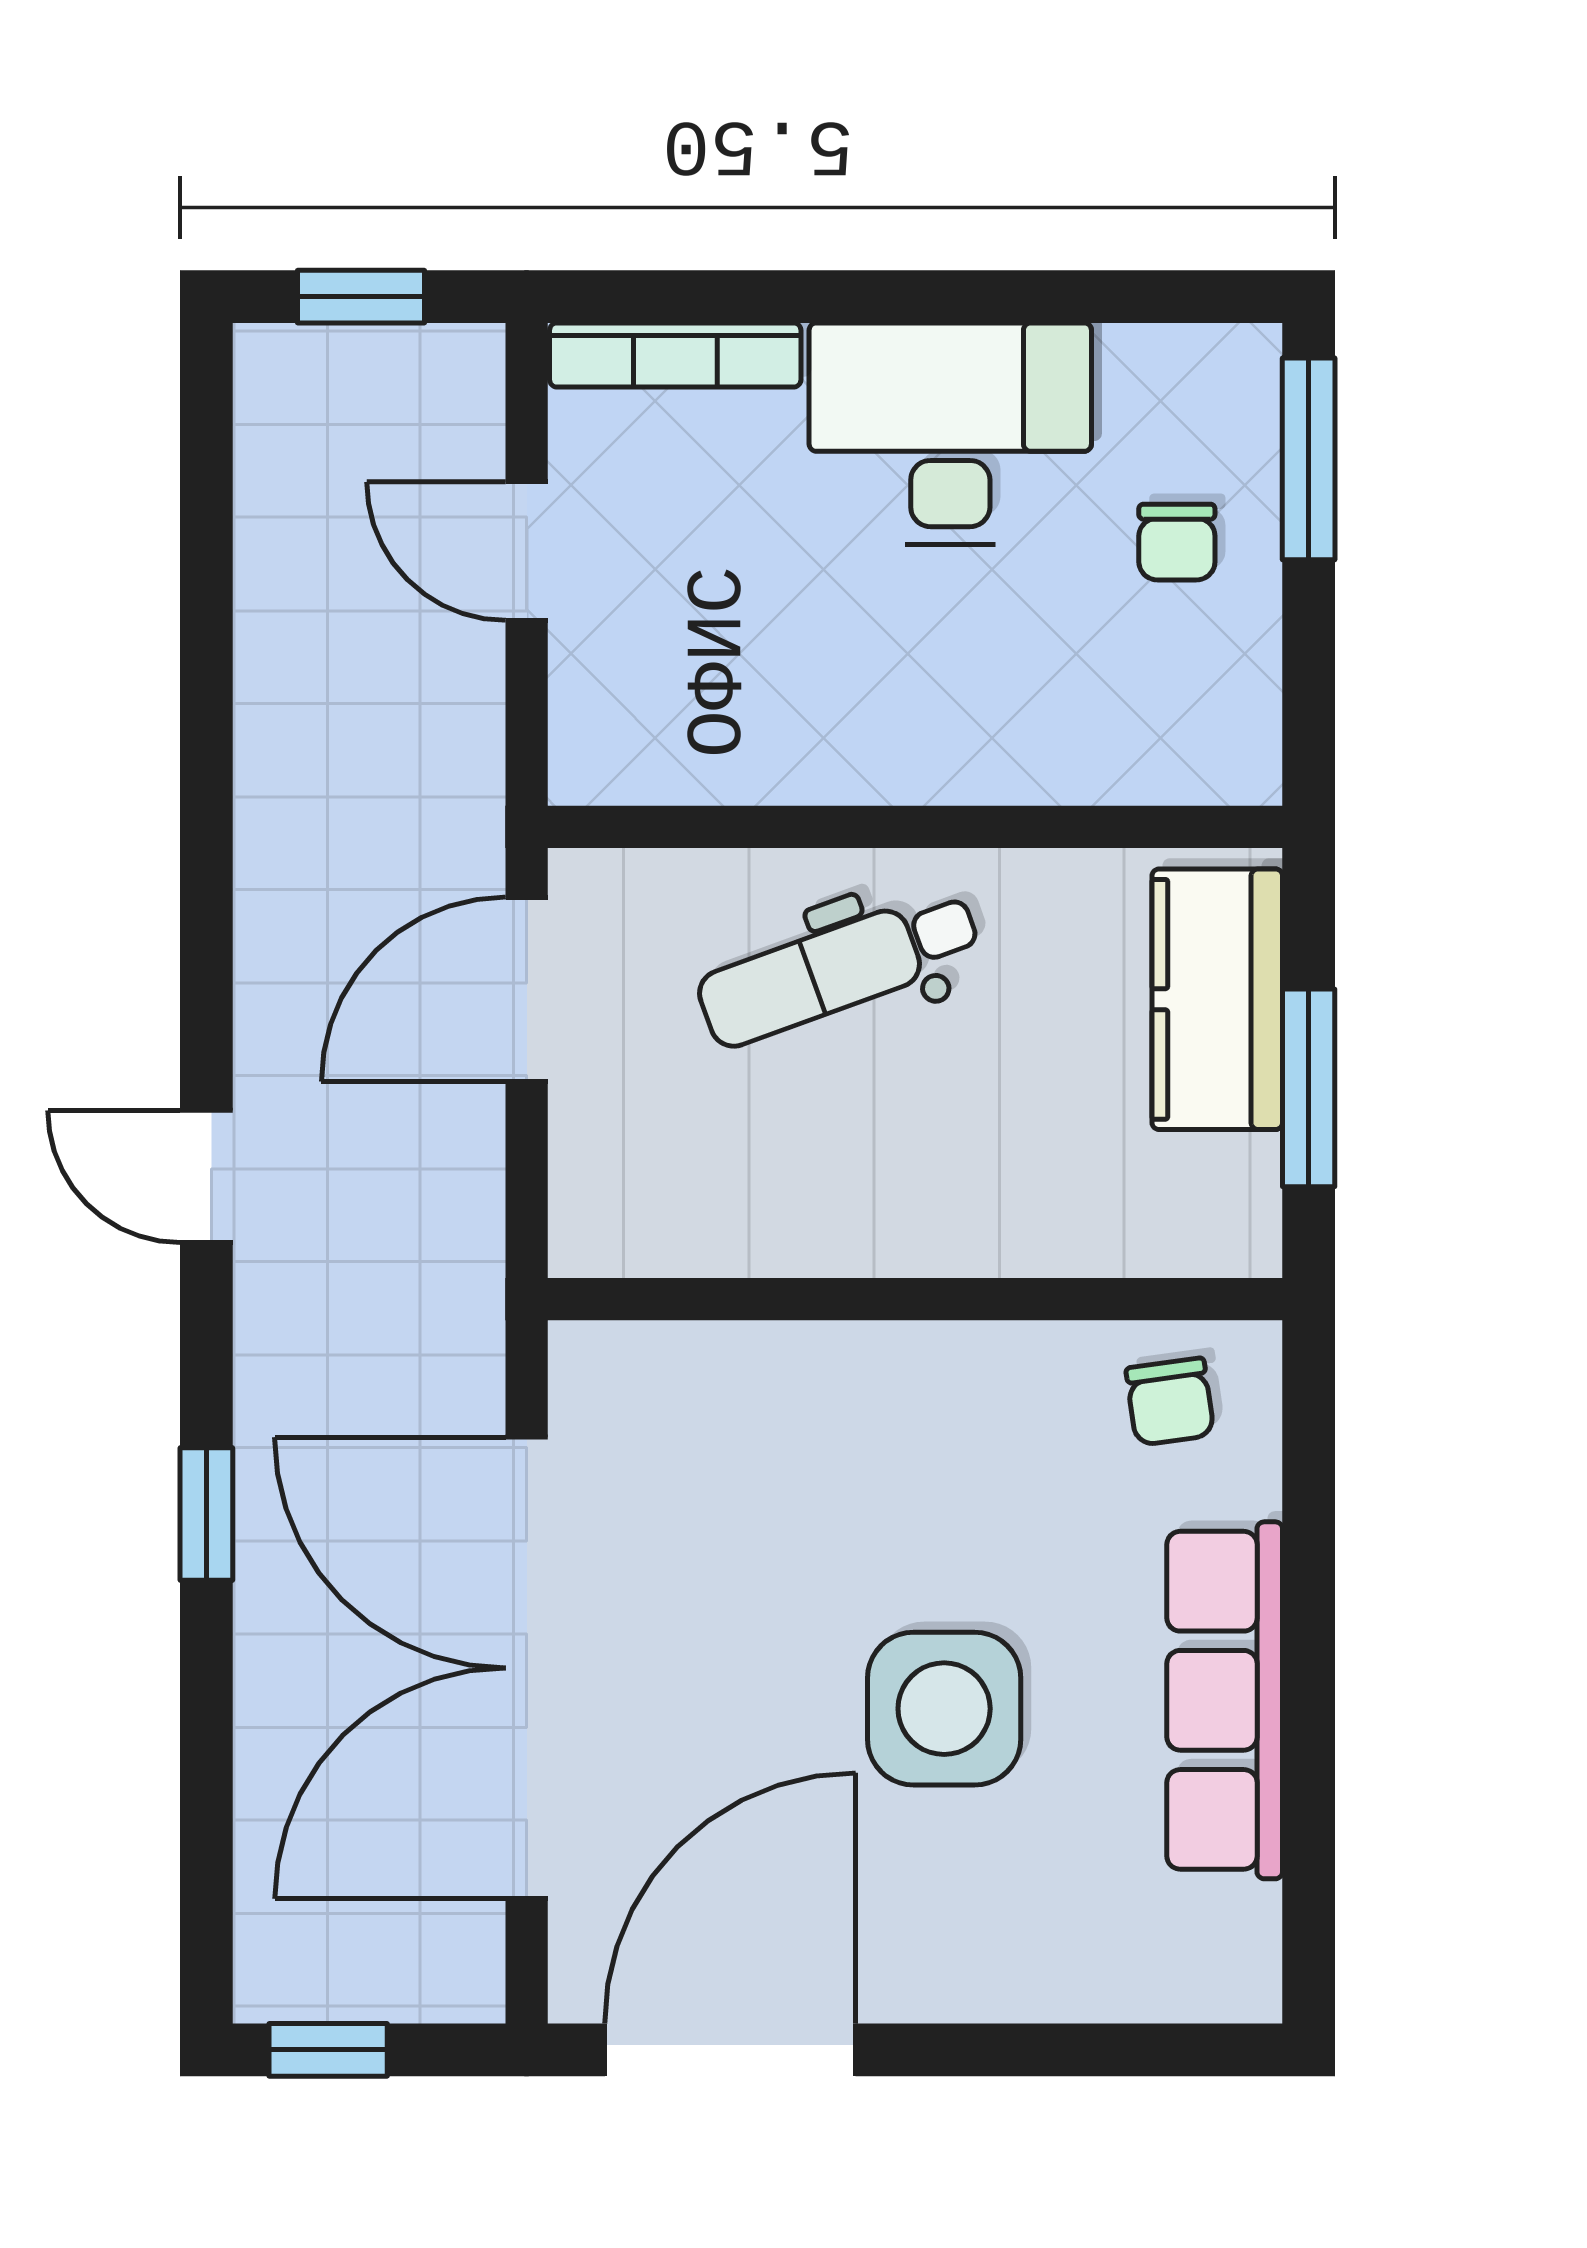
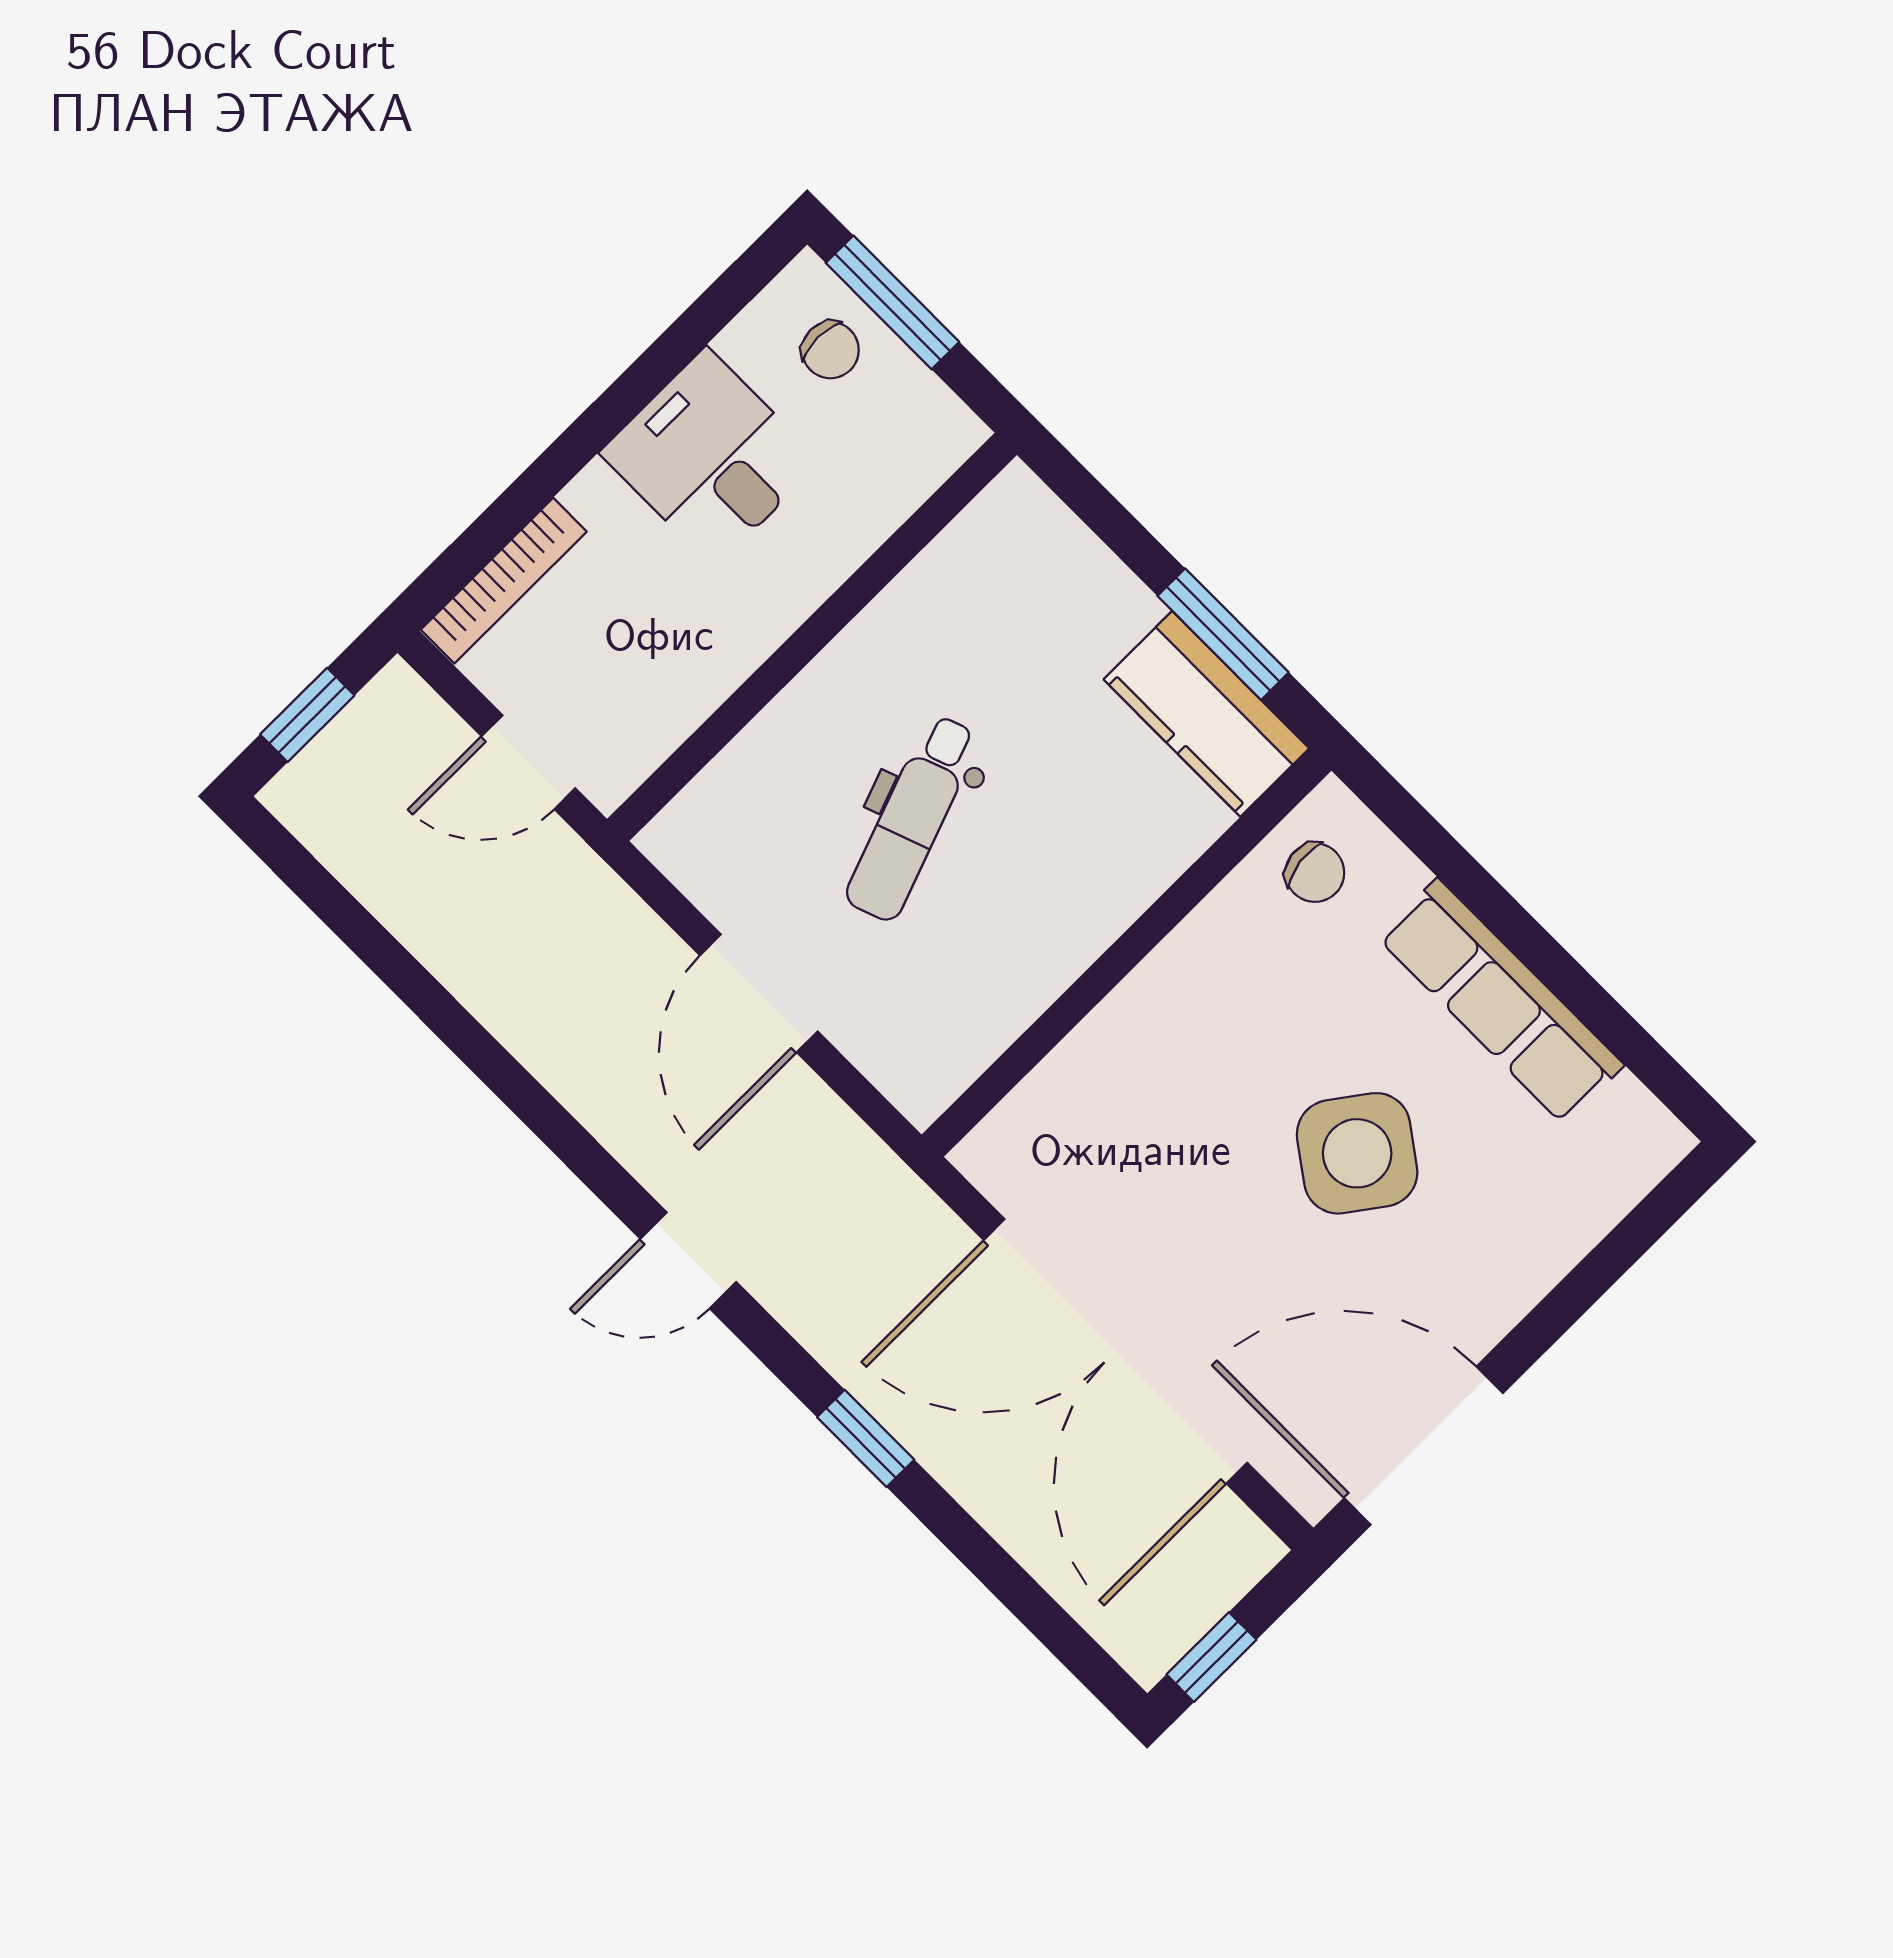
desk: (950, 434) -> (710, 457), width x0.73
chair: (1177, 542) -> (830, 350), moved
wall: (915, 827) -> (812, 637), moved
kitchen counter: (1217, 999) -> (1206, 714), moved
side table: (944, 1709) -> (1357, 1153), turned 36
door: (730, 2050) -> (1424, 1446), hinge flipped

